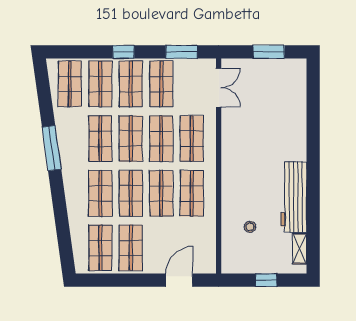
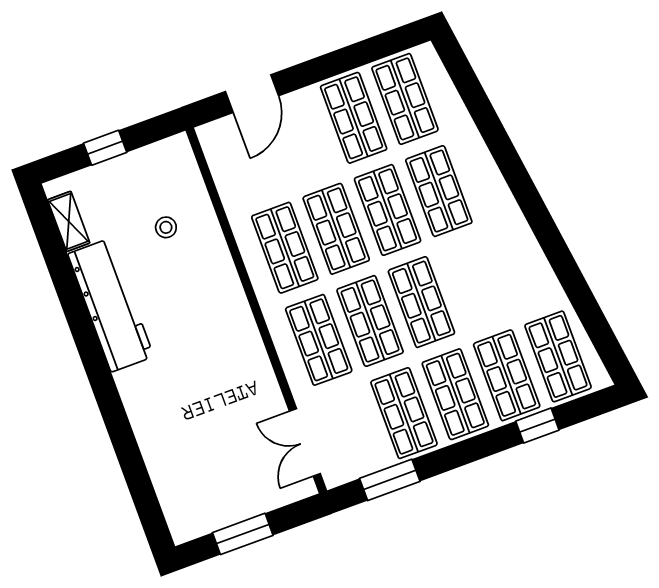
window: (124, 52) -> (537, 426), moved
shop shelf: (100, 139) -> (473, 283), removed
window: (52, 148) -> (549, 237), removed

